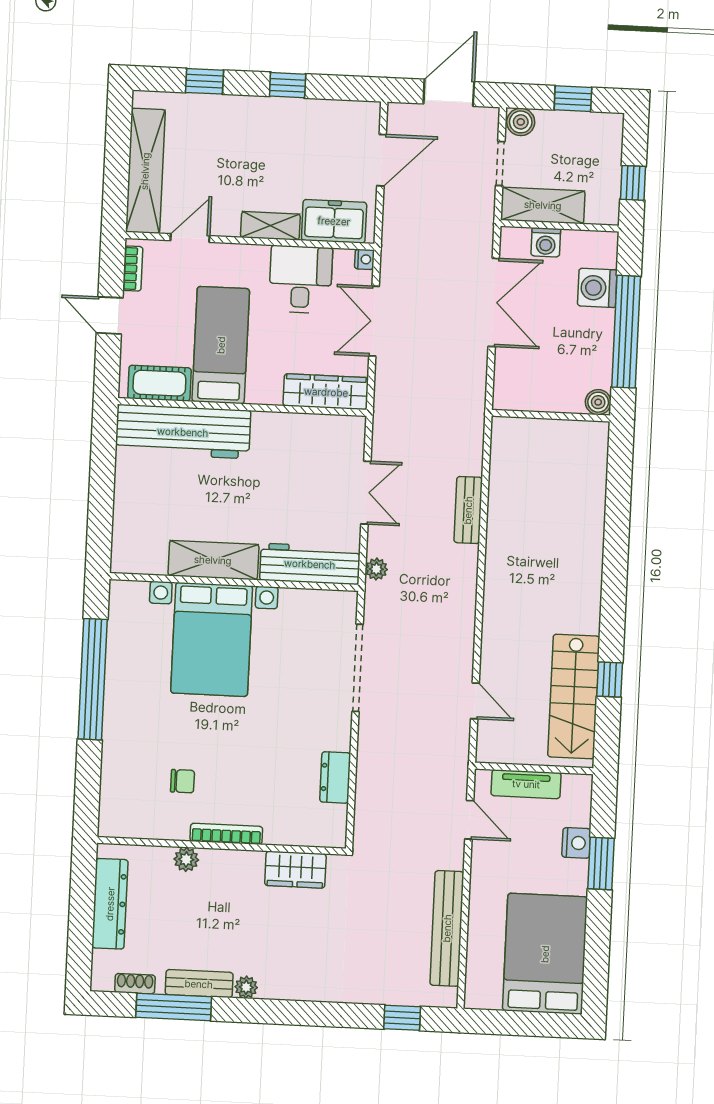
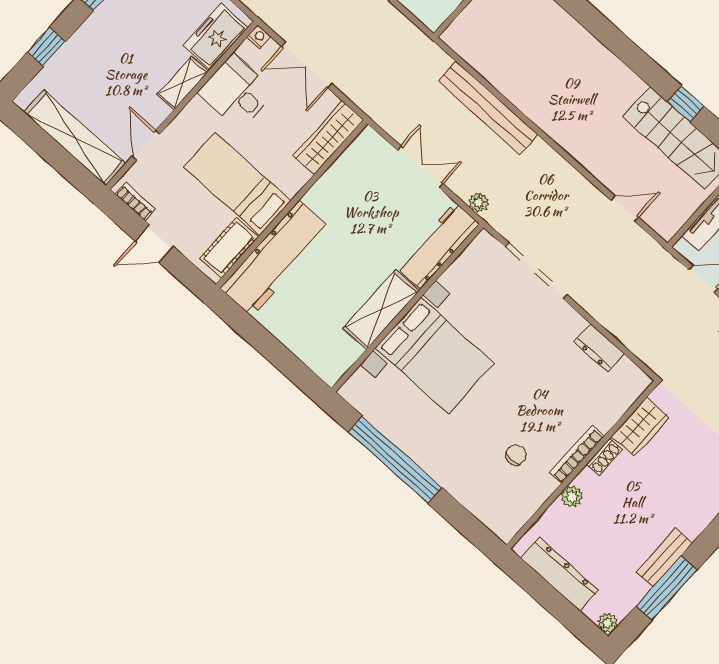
bench: (468, 510) -> (488, 108), width x1.86, depth x1.21
shoe rack: (135, 984) -> (604, 457), moved, turned 180
plant: (246, 987) -> (608, 623), moved

